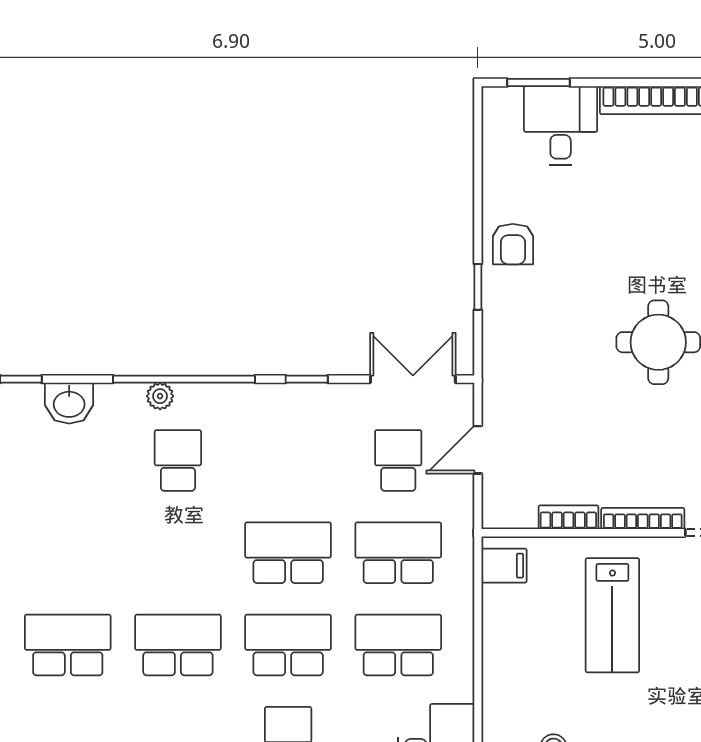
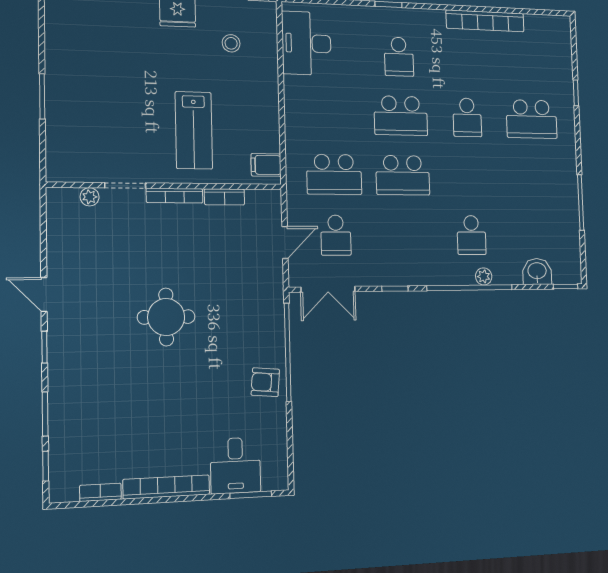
armchair: (513, 244) -> (265, 382), turned -85
window: (478, 287) -> (288, 352), width x3.17
lab bench: (612, 615) -> (194, 130), turned 180
school desk: (178, 645) -> (467, 117), width x0.54
school desk: (398, 645) -> (332, 114), removed

